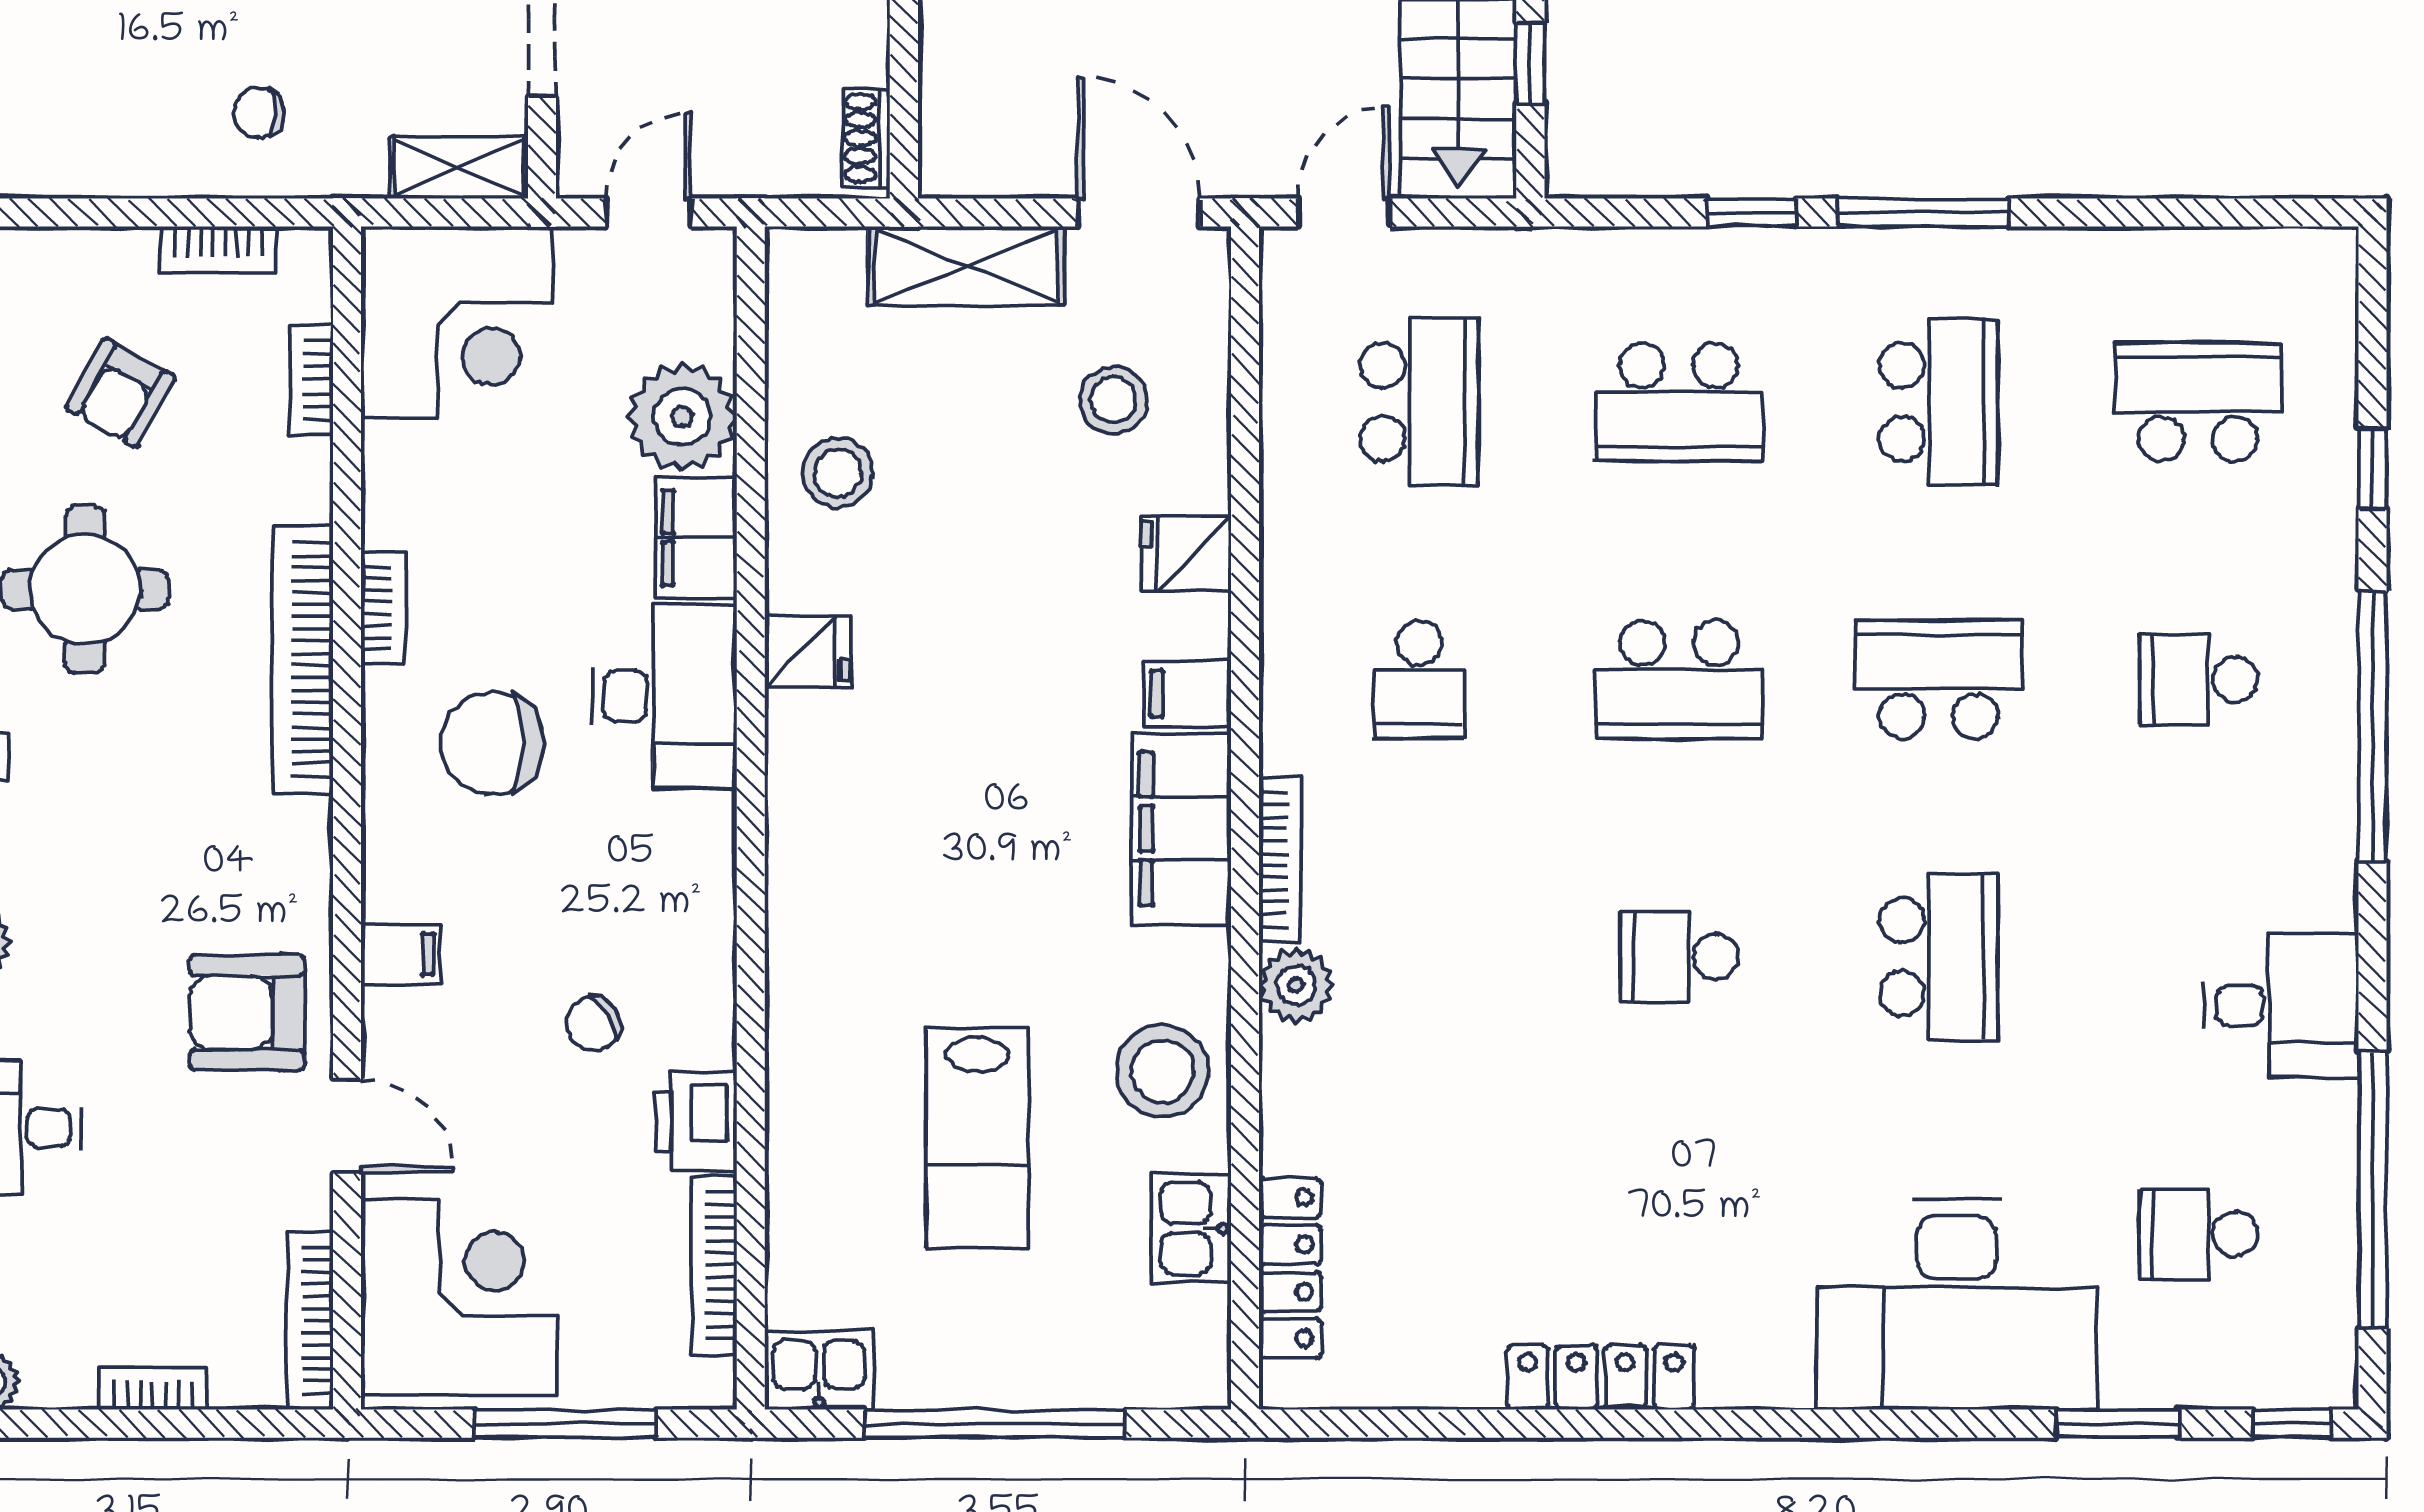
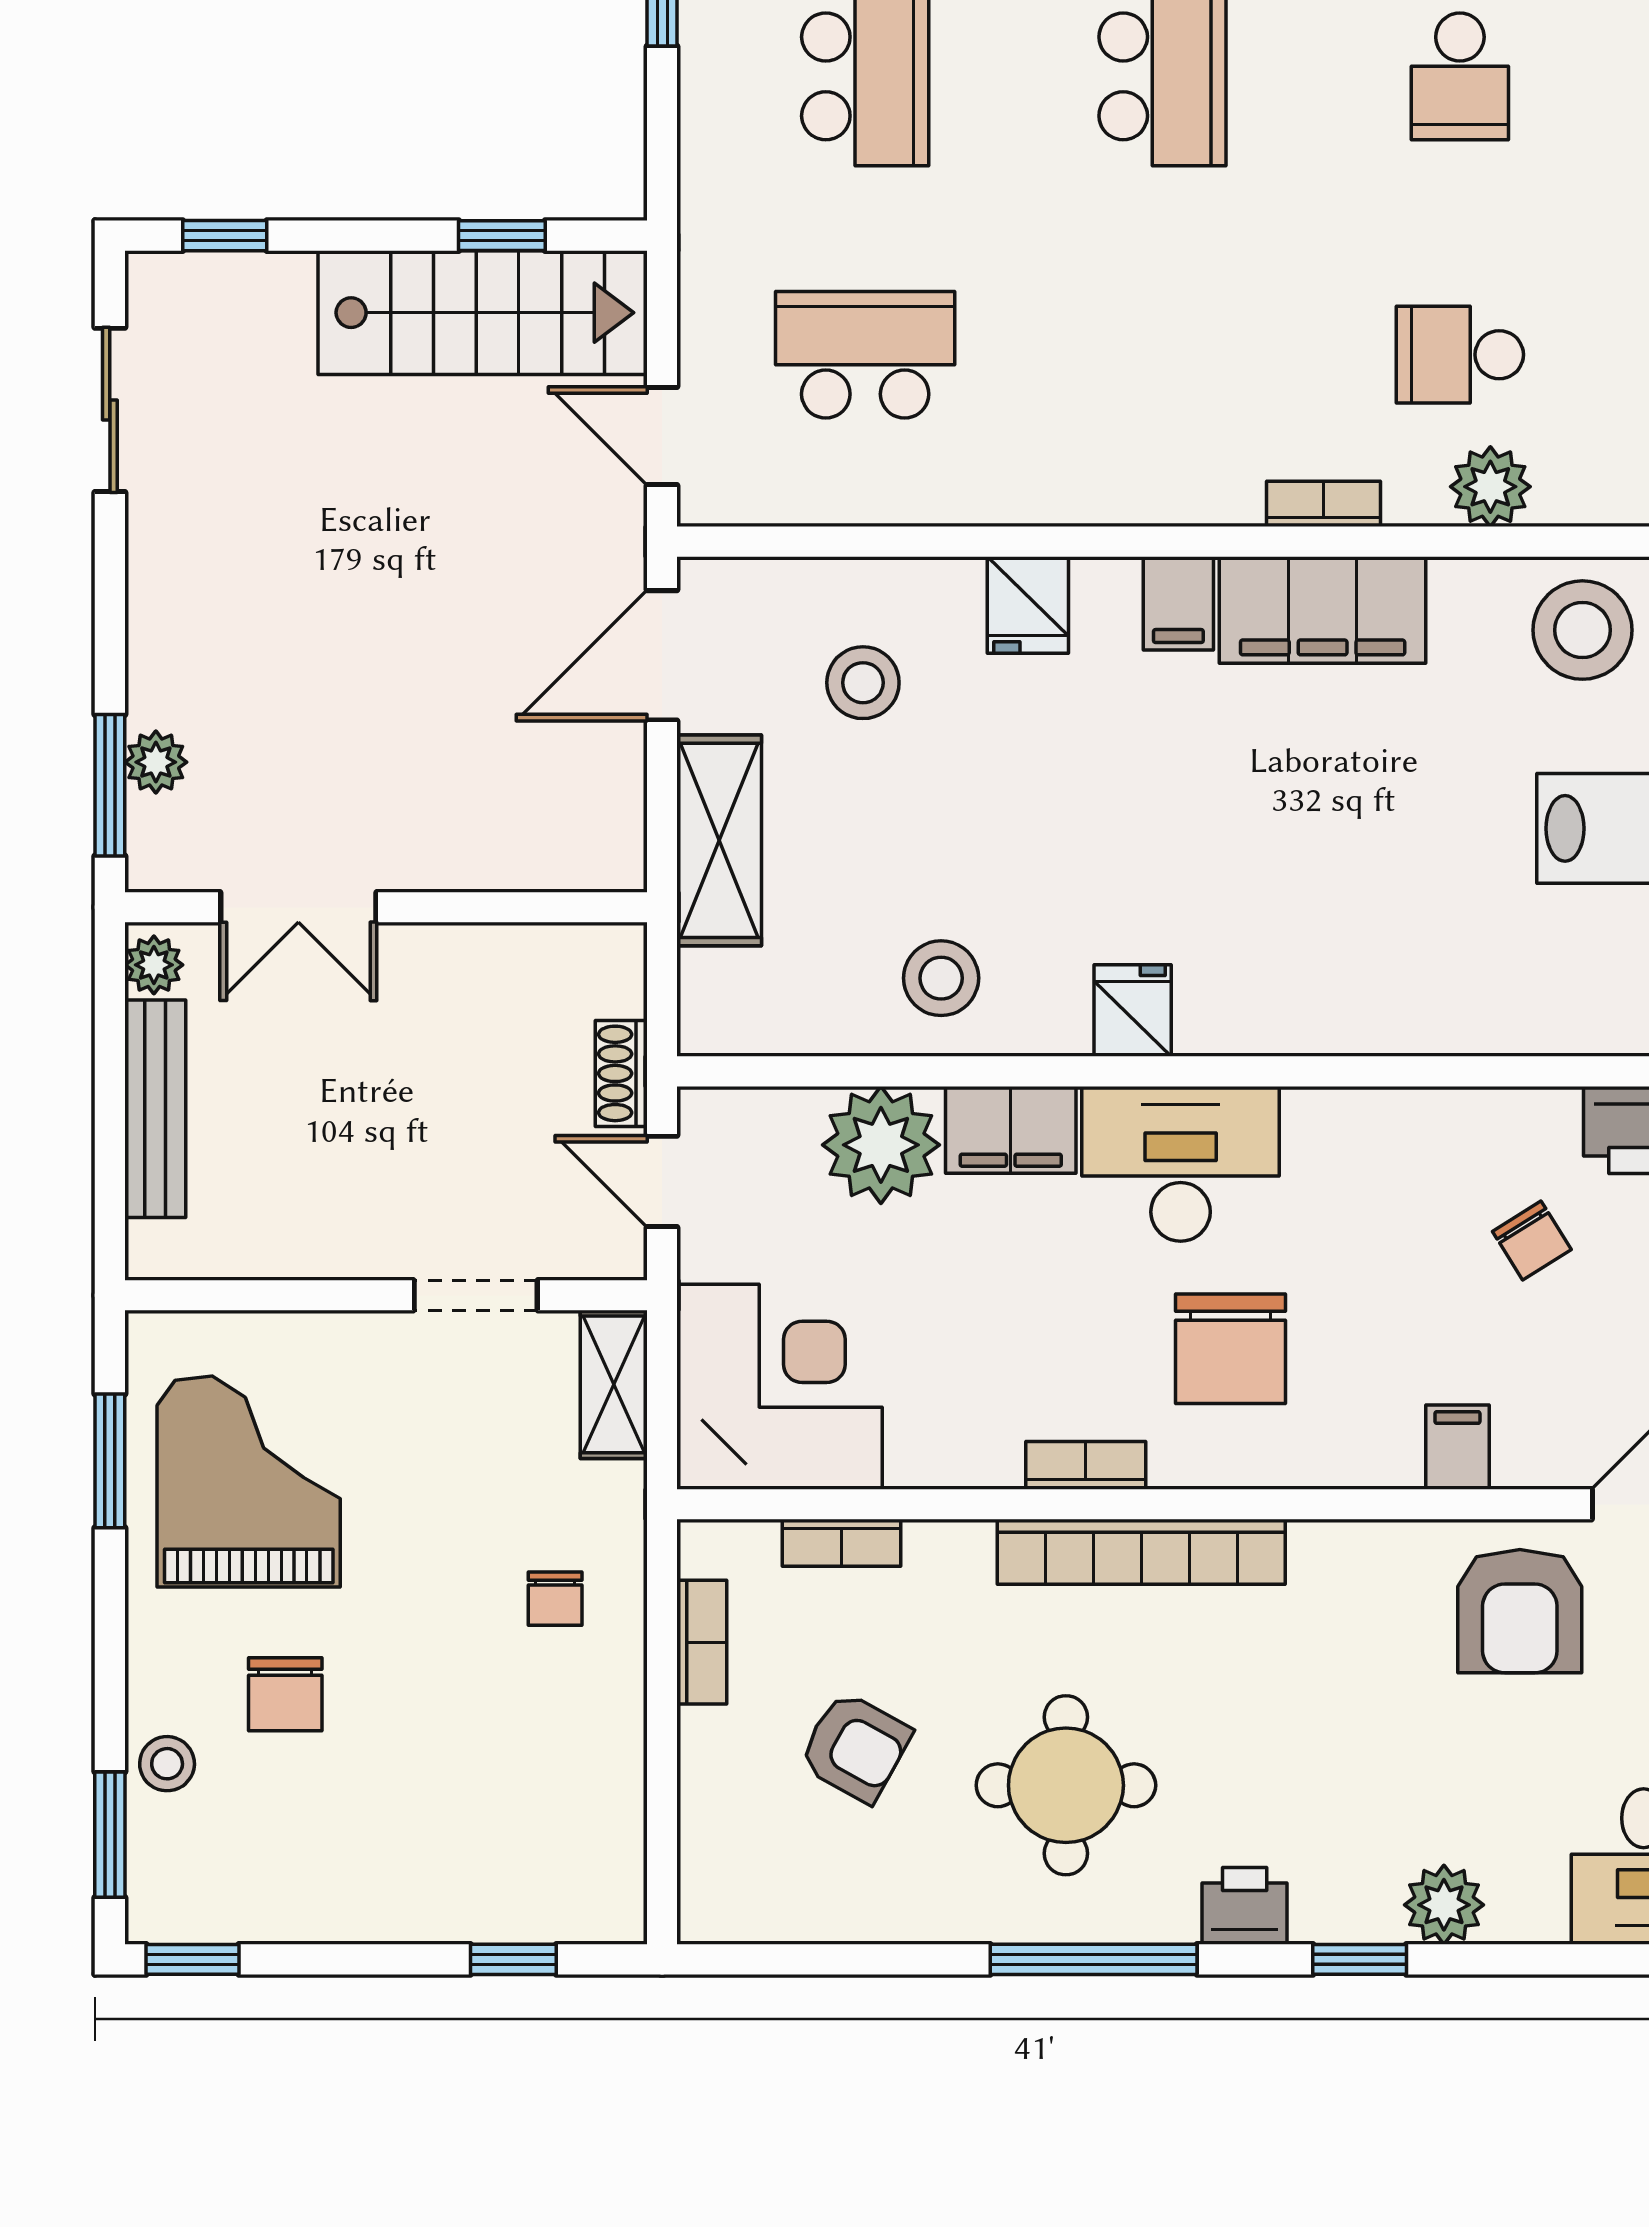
shoe rack: (866, 138) -> (621, 1073), moved, turned 90
school desk: (1419, 679) -> (1460, 355), moved, turned 180
bookcase: (1280, 859) -> (1323, 504), width x0.64

